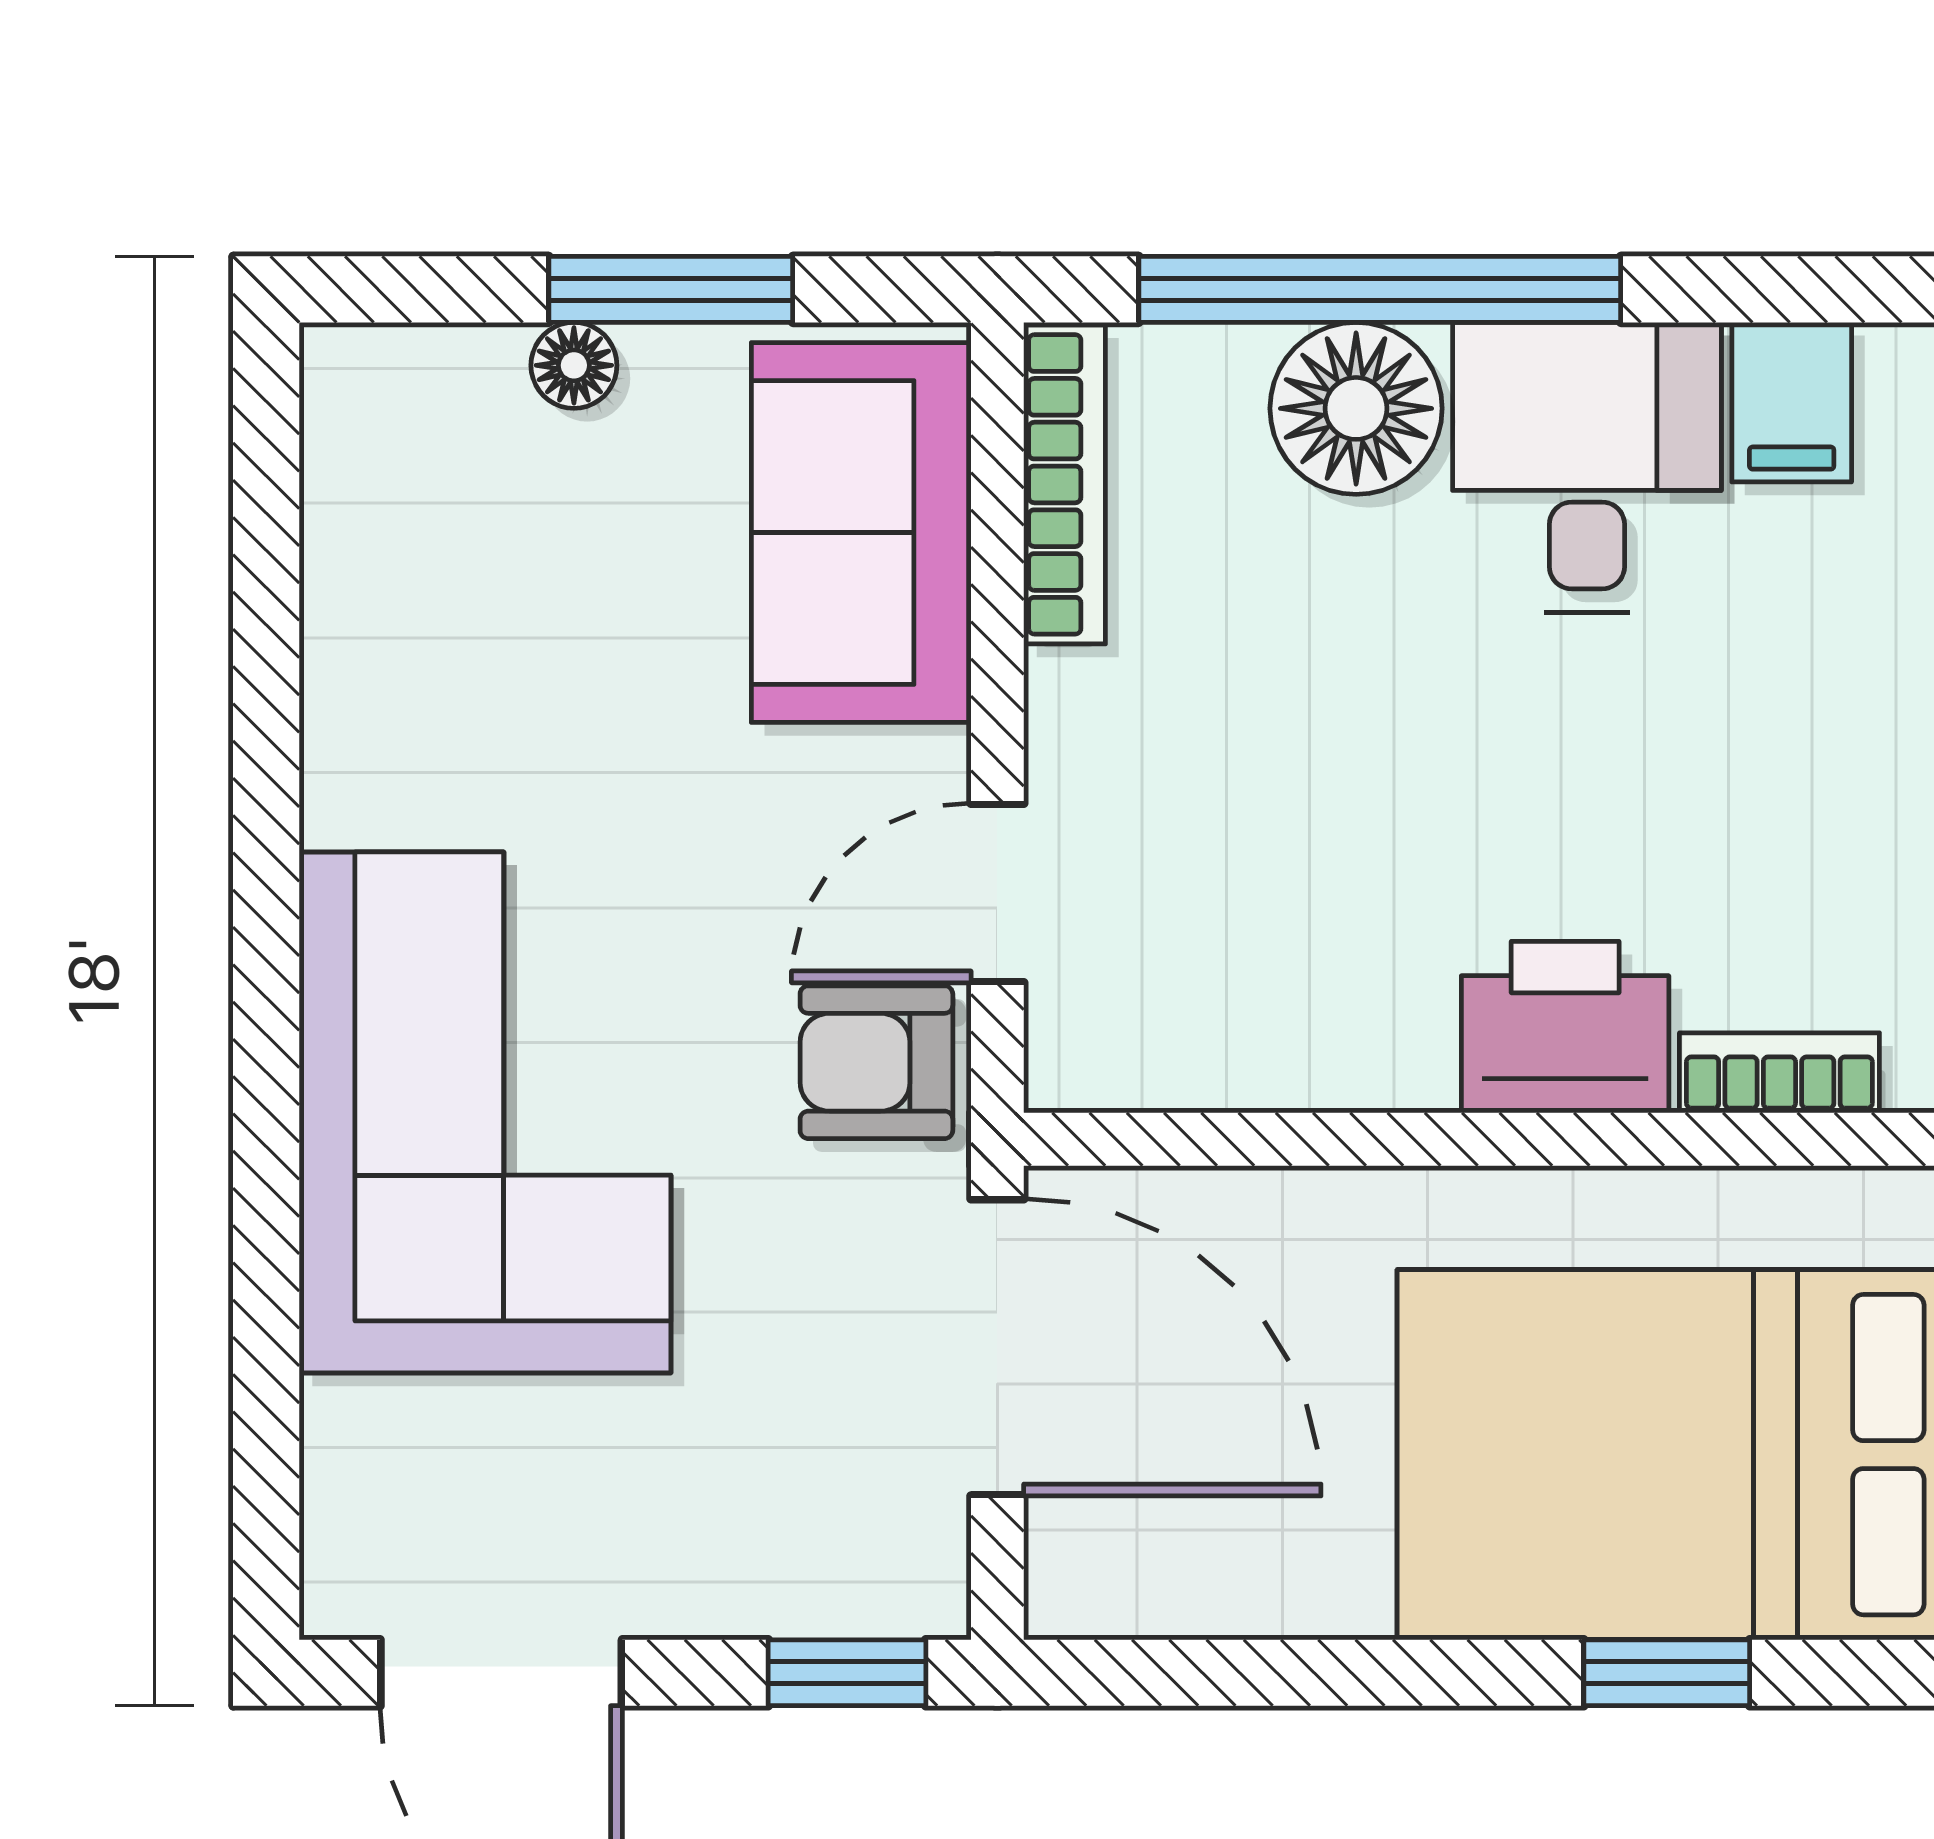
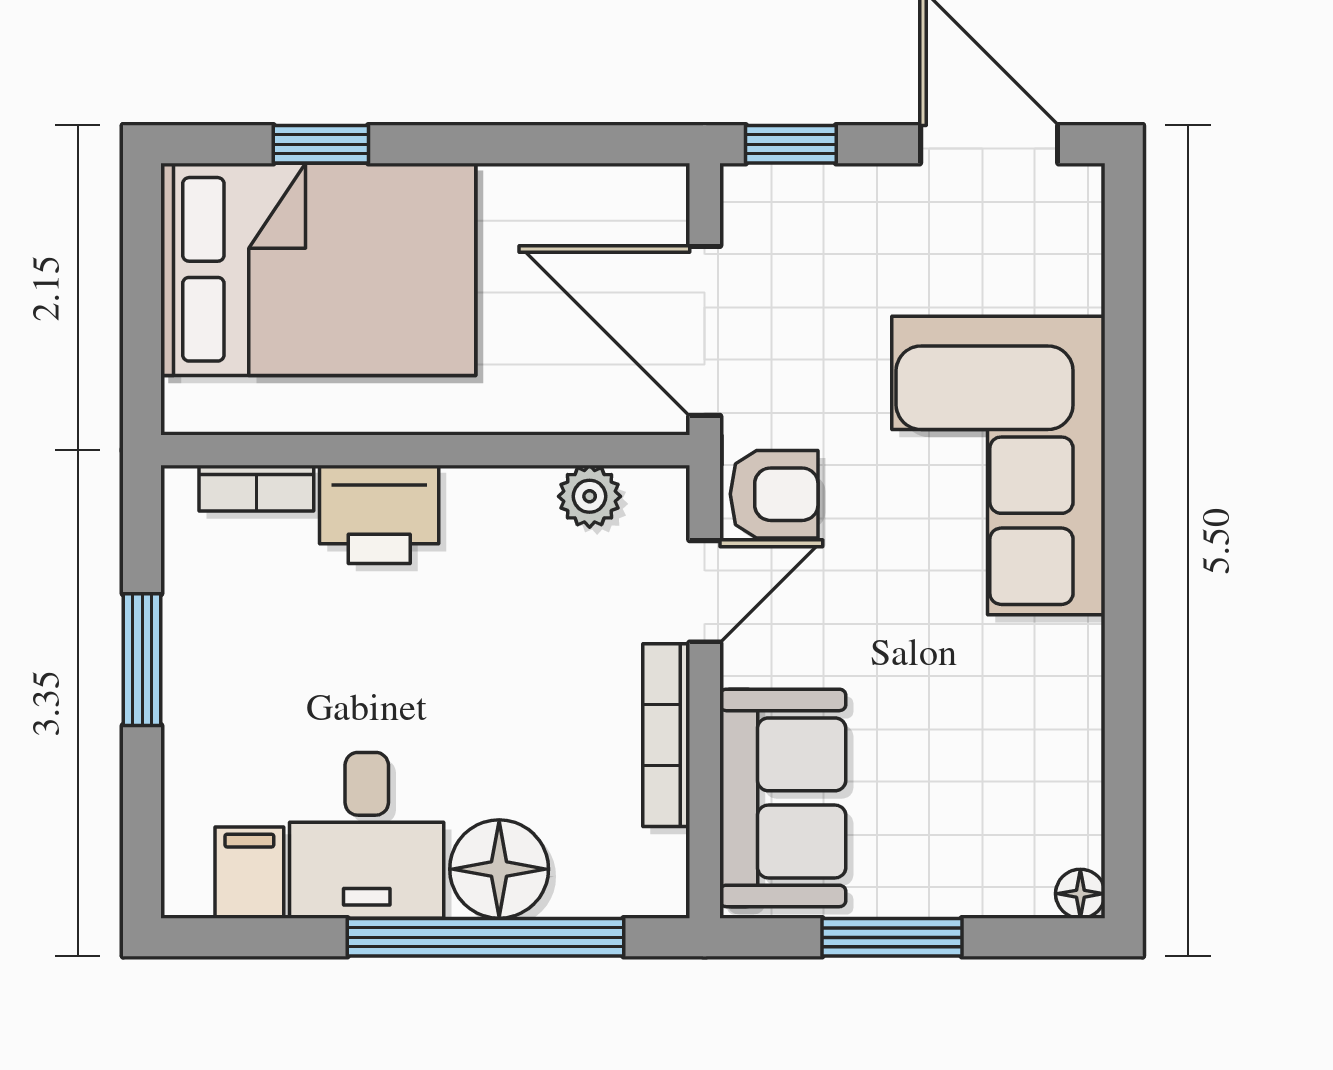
floor lamp: (574, 365) -> (1080, 894), moved
bookcase: (1065, 484) -> (666, 735), moved
plant: (1198, 1059) -> (590, 496), added

